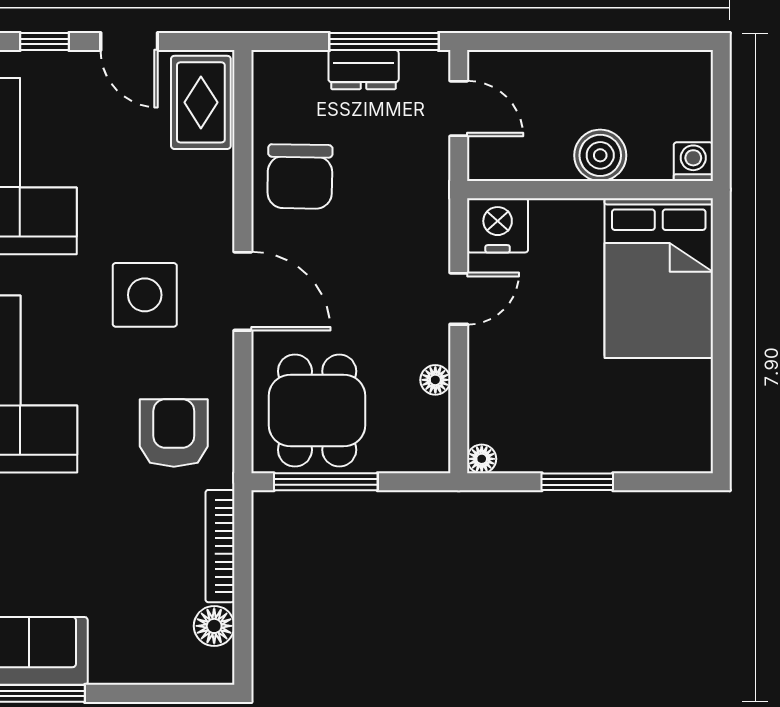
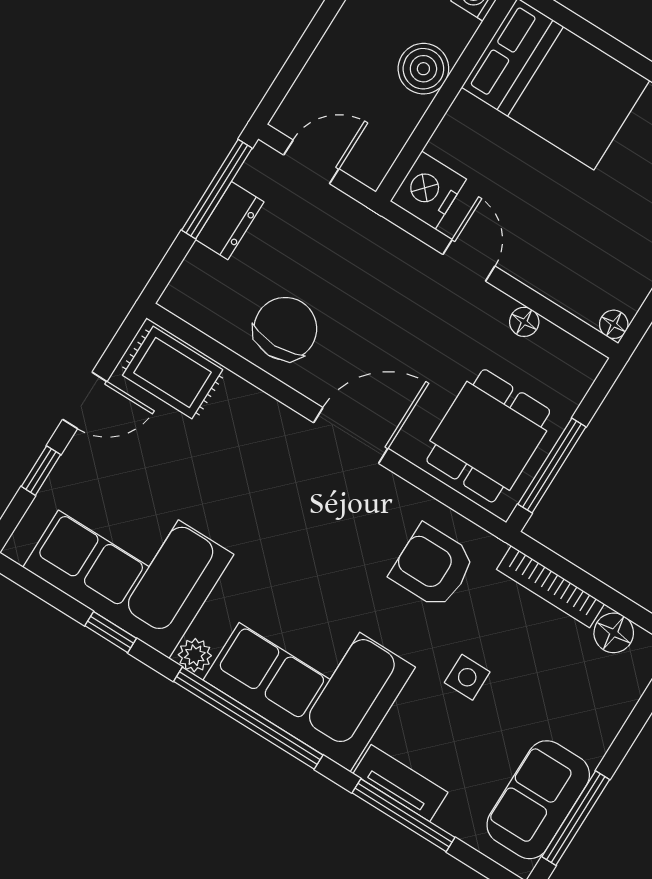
chair: (300, 177) -> (285, 329), turned -91
side table: (145, 295) -> (467, 677), moved, width x0.54, depth x0.54
dining table: (317, 410) -> (488, 436), turned 90

